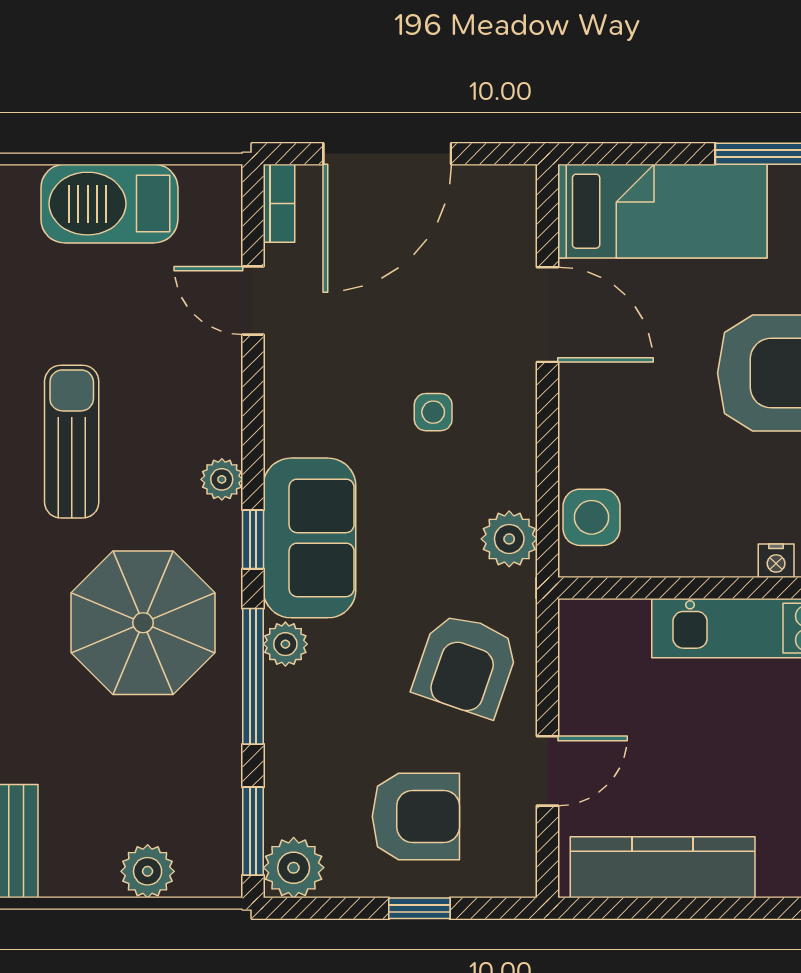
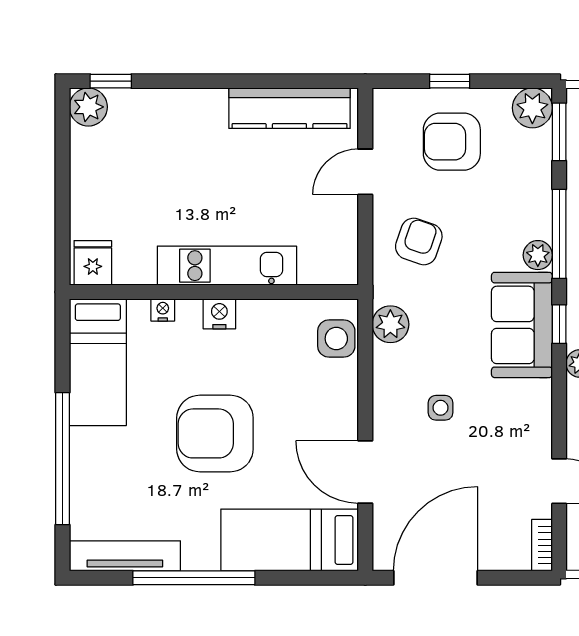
door: (387, 154) -> (435, 578), moved
nightstand: (776, 561) -> (219, 314), width x1.39, depth x1.35
armchair: (466, 665) -> (419, 241), width x0.72, depth x0.72

